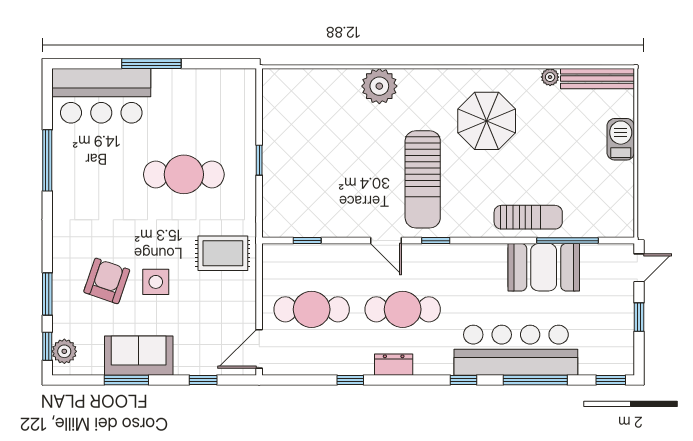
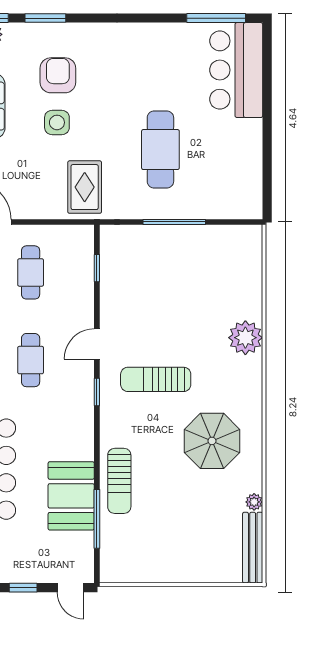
window: (151, 64) -> (267, 118), removed
barbecue: (621, 139) -> (194, 570), removed
window: (47, 160) -> (216, 18), moved
window: (259, 160) -> (174, 222), width x2.17
sun lounger: (423, 179) -> (156, 379), width x0.73, depth x0.75
armchair: (107, 281) -> (58, 75), turned -109
cafe table: (312, 309) -> (31, 272), width x0.73, depth x0.74
cafe table: (403, 309) -> (31, 360), width x0.73, depth x0.74

